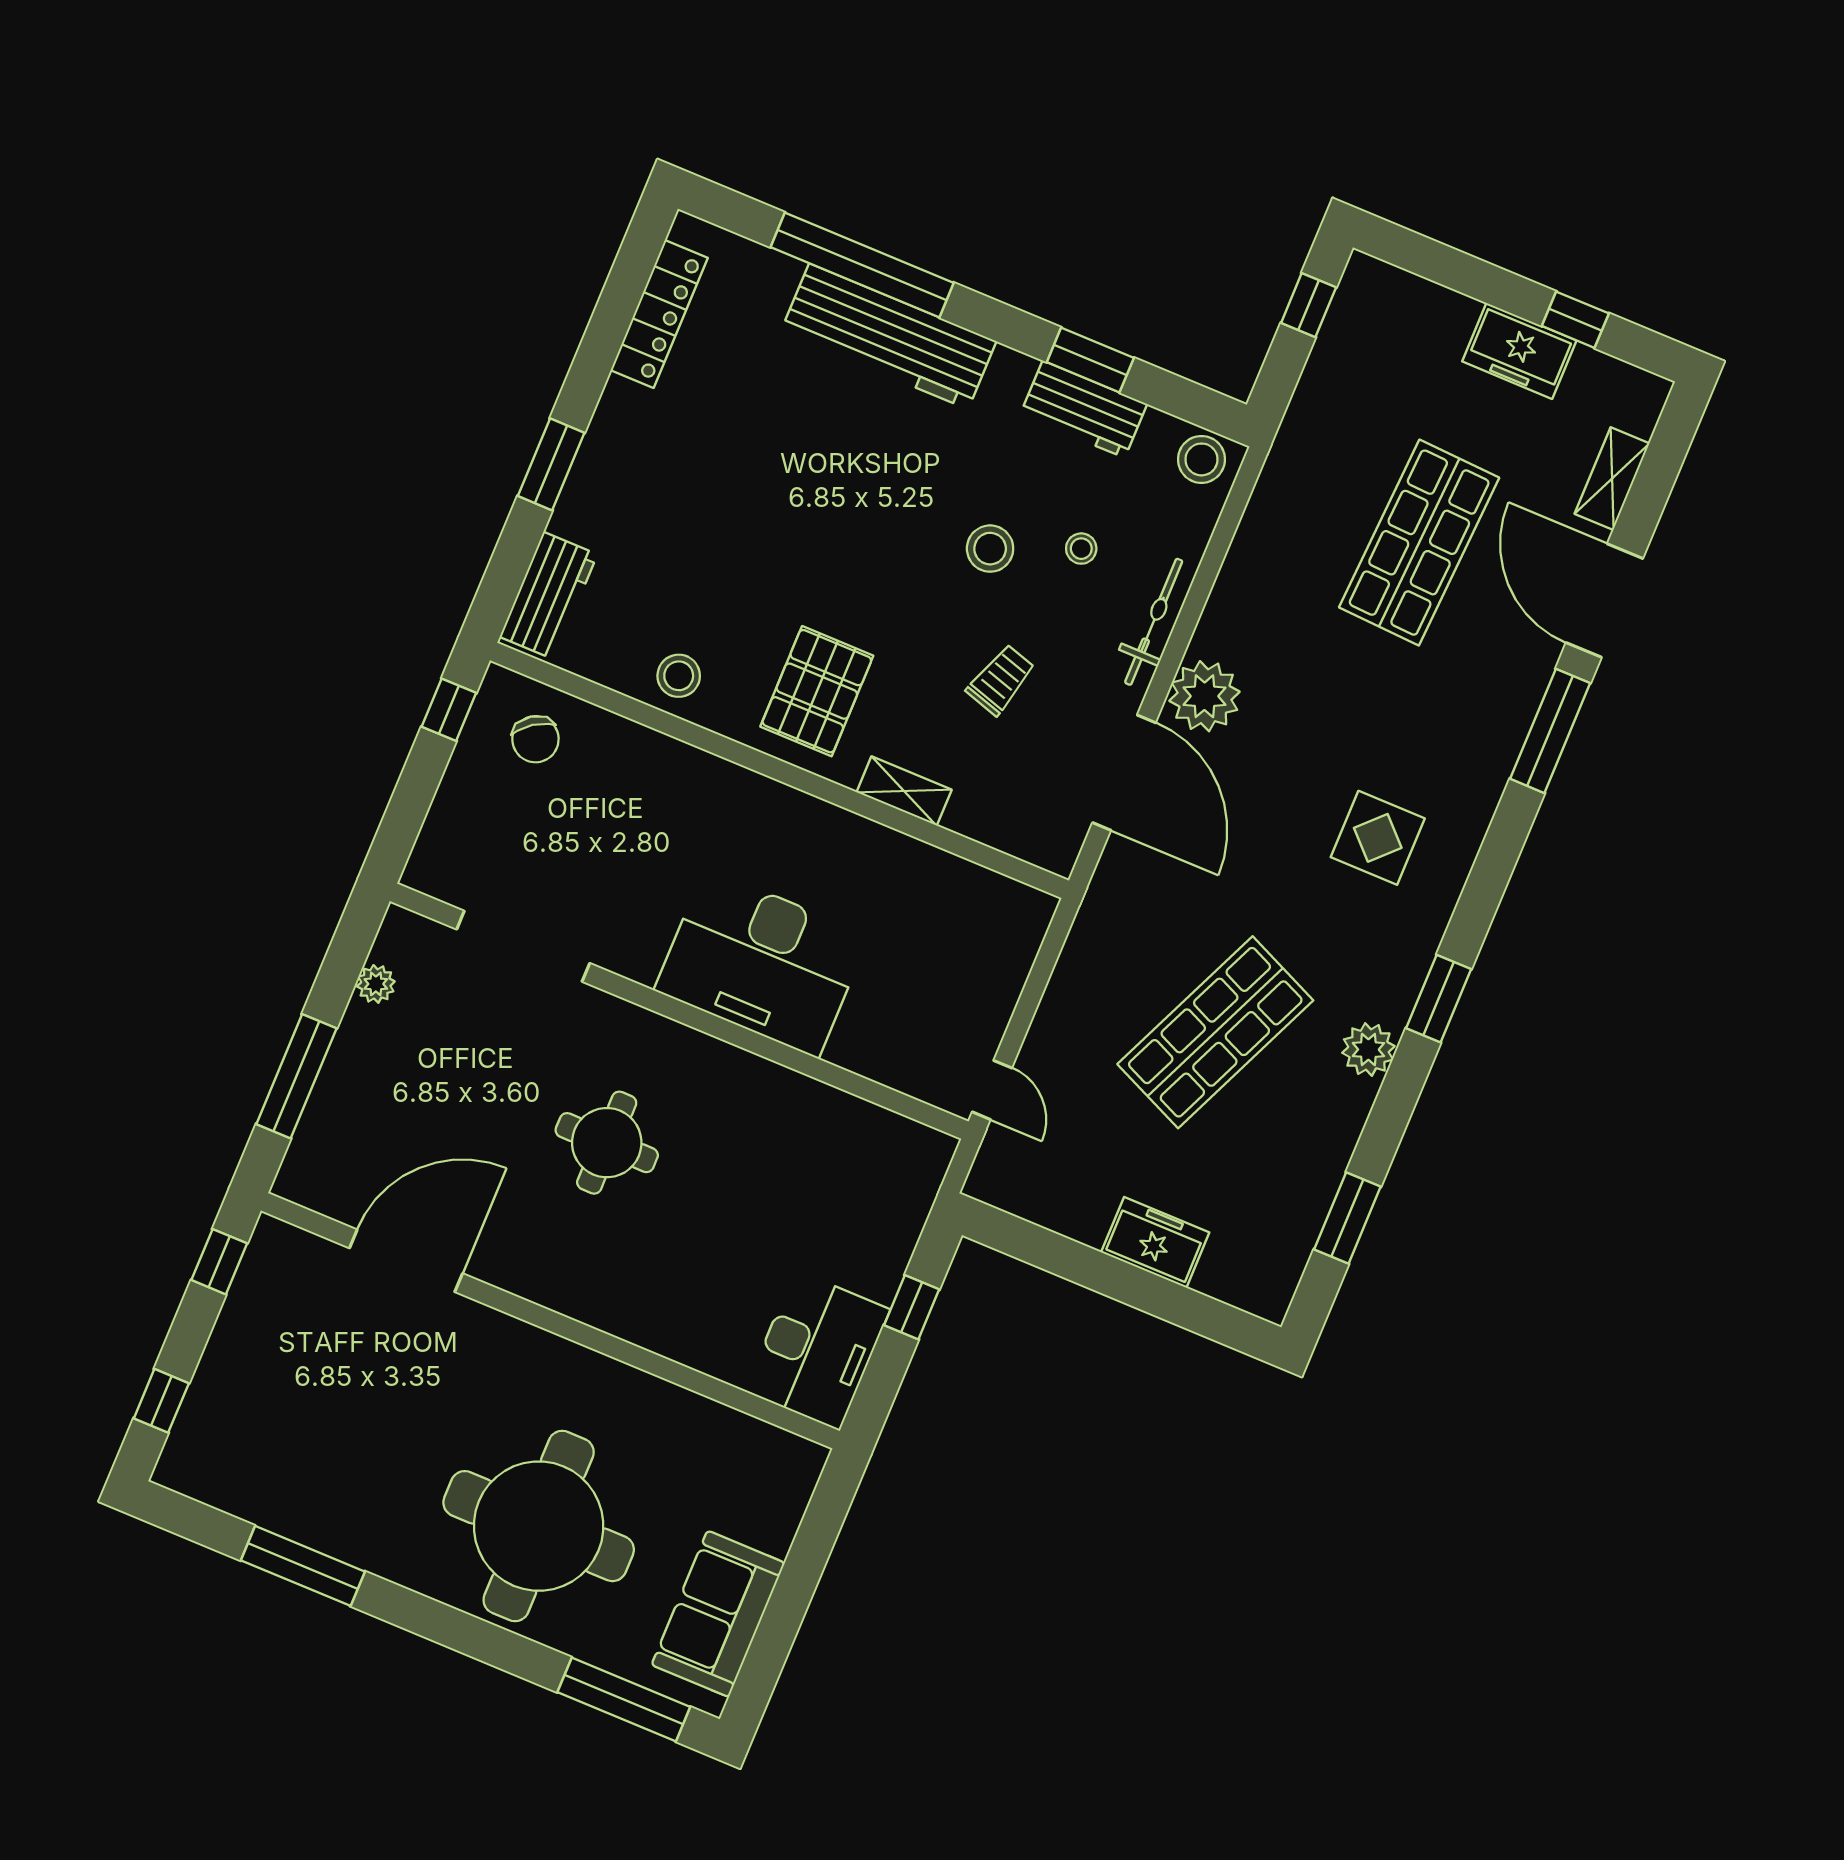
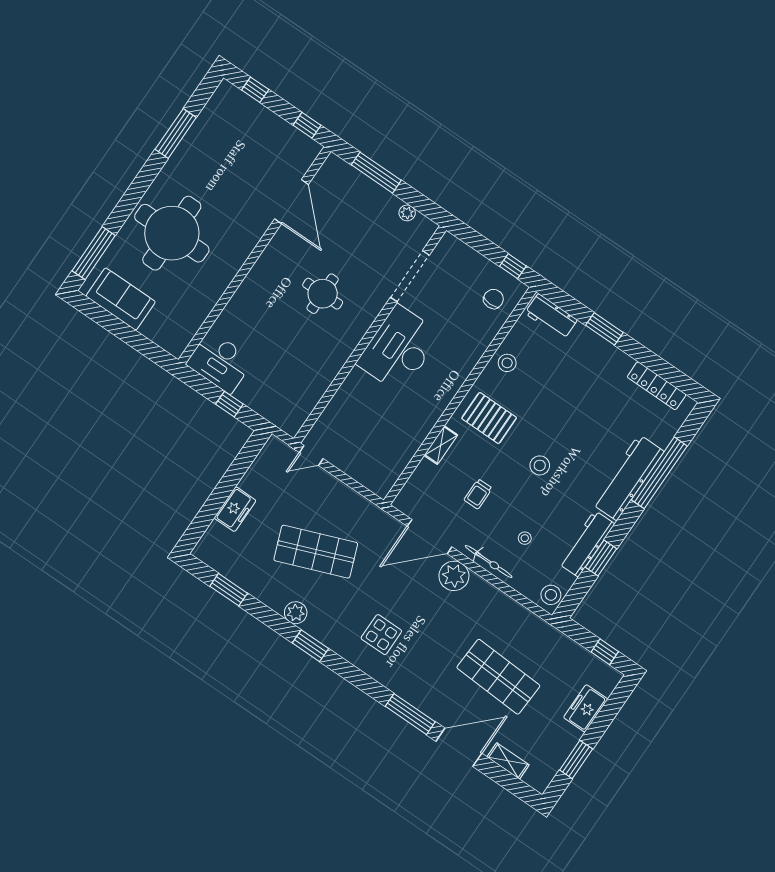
window: (1575, 320) -> (576, 759), width x1.50
freezer: (1519, 351) -> (586, 708), moved
workbench: (1084, 409) -> (587, 544), width x1.37
stool: (990, 549) -> (540, 465), moved
trolley: (1001, 680) -> (478, 494), turned 73
chair: (535, 739) -> (493, 299), turned 125
desk: (762, 963) -> (399, 349), moved
shop shelf: (1215, 1032) -> (316, 552), turned -45

